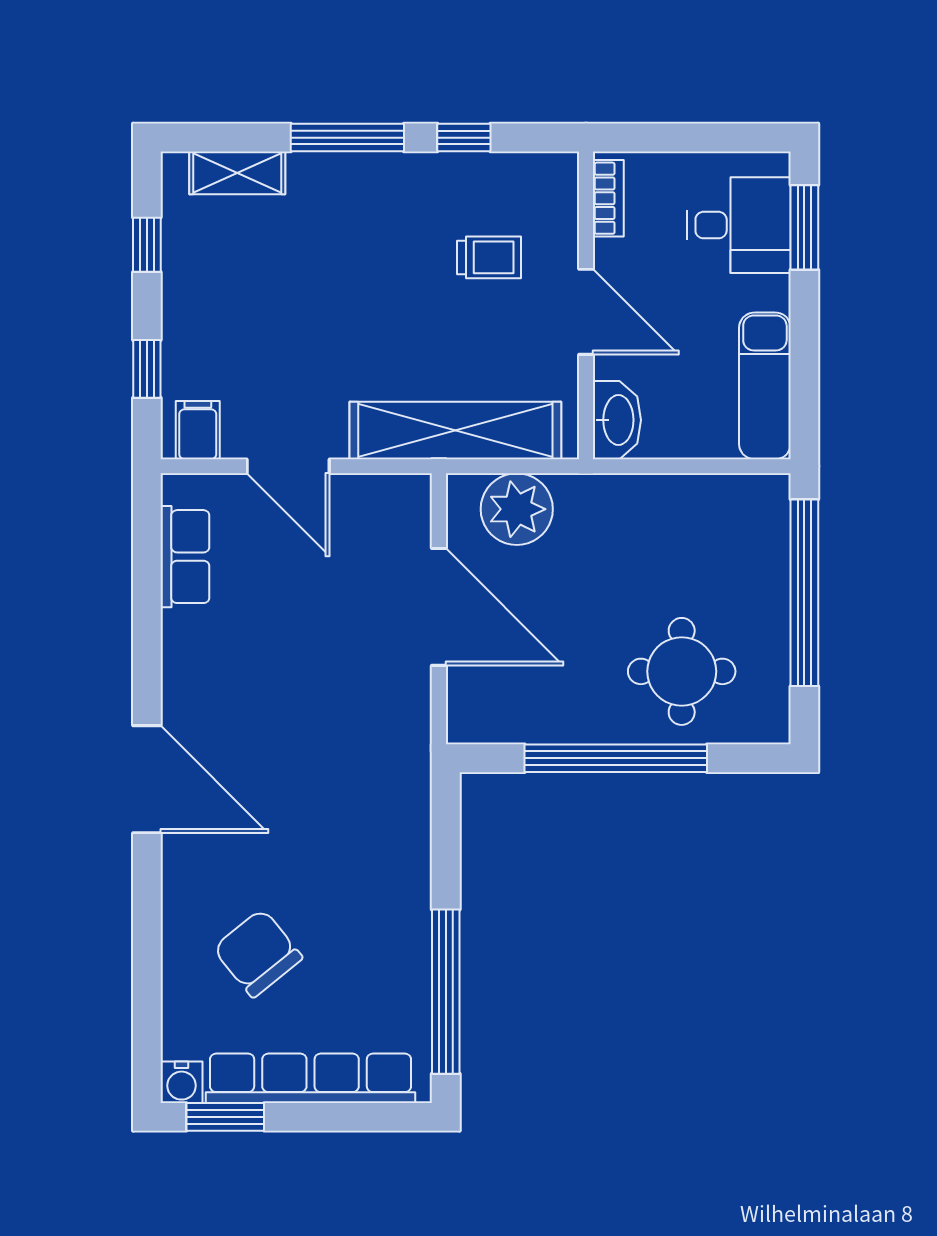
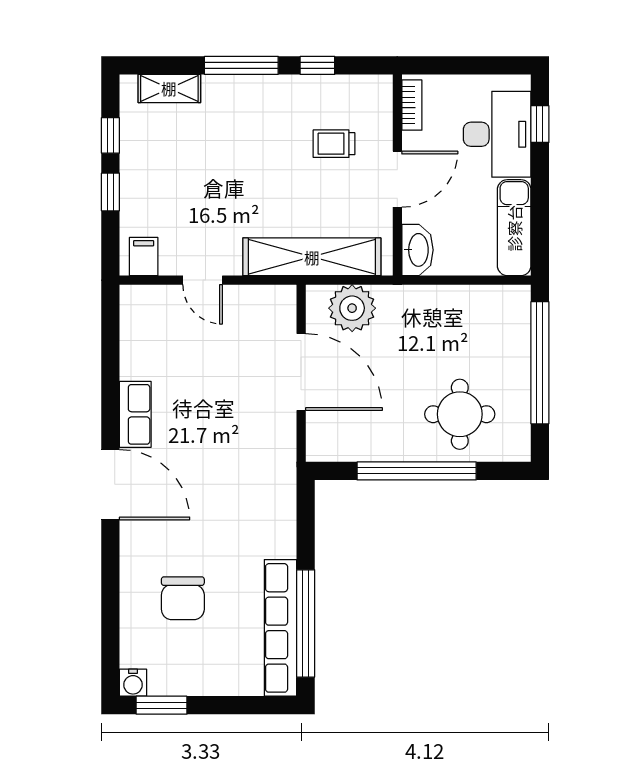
desk: (739, 225) -> (497, 134), width x1.37
window: (804, 227) -> (540, 124), width x0.67
trolley: (489, 257) -> (334, 144), turned 180
door: (586, 312) -> (397, 179), hinge flipped
window: (147, 369) -> (110, 192), moved
door: (288, 466) -> (203, 280), width x0.73
row of seats: (185, 557) -> (135, 414), moved
chair: (258, 953) -> (183, 598), turned -141
row of seats: (311, 1078) -> (280, 628), moved, turned -90

